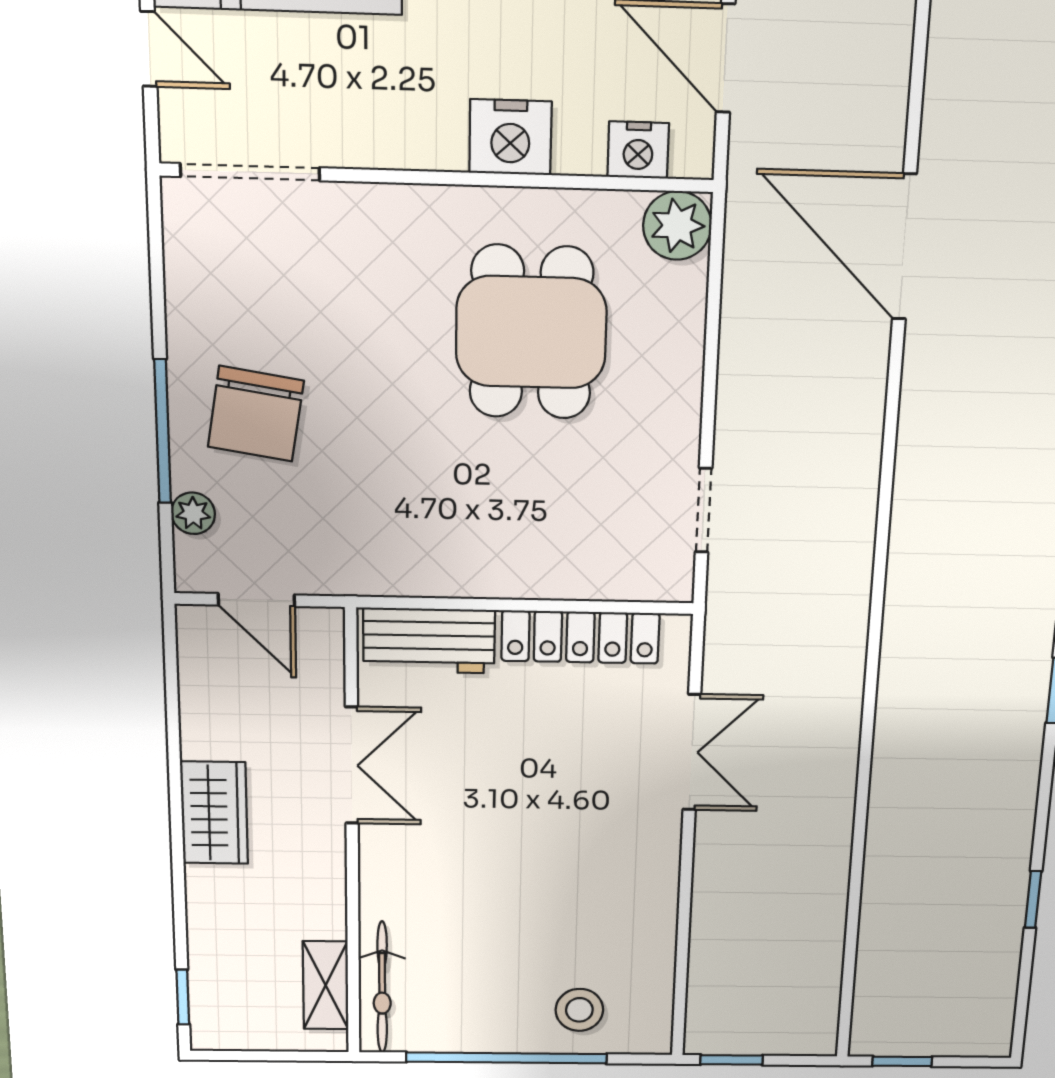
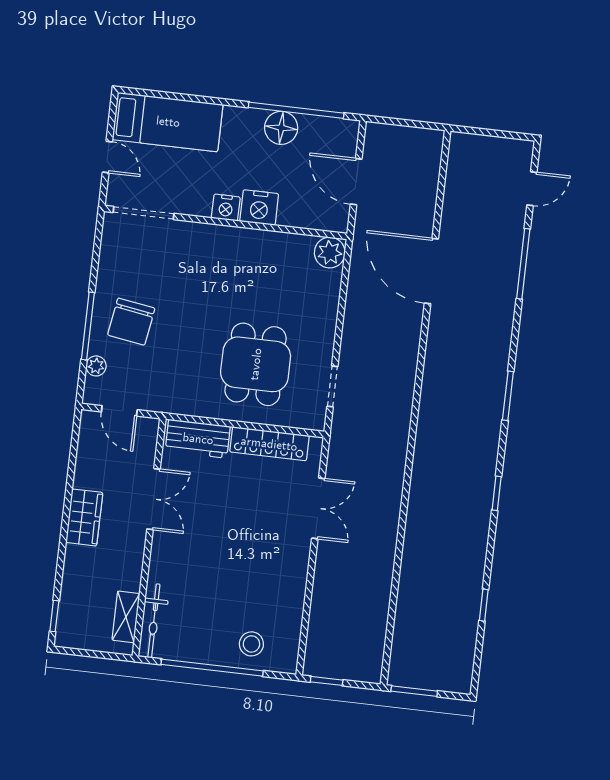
nightstand: (638, 150) -> (226, 208), moved
dining table: (531, 332) -> (256, 364), moved
window: (902, 1061) -> (414, 691), width x1.50

